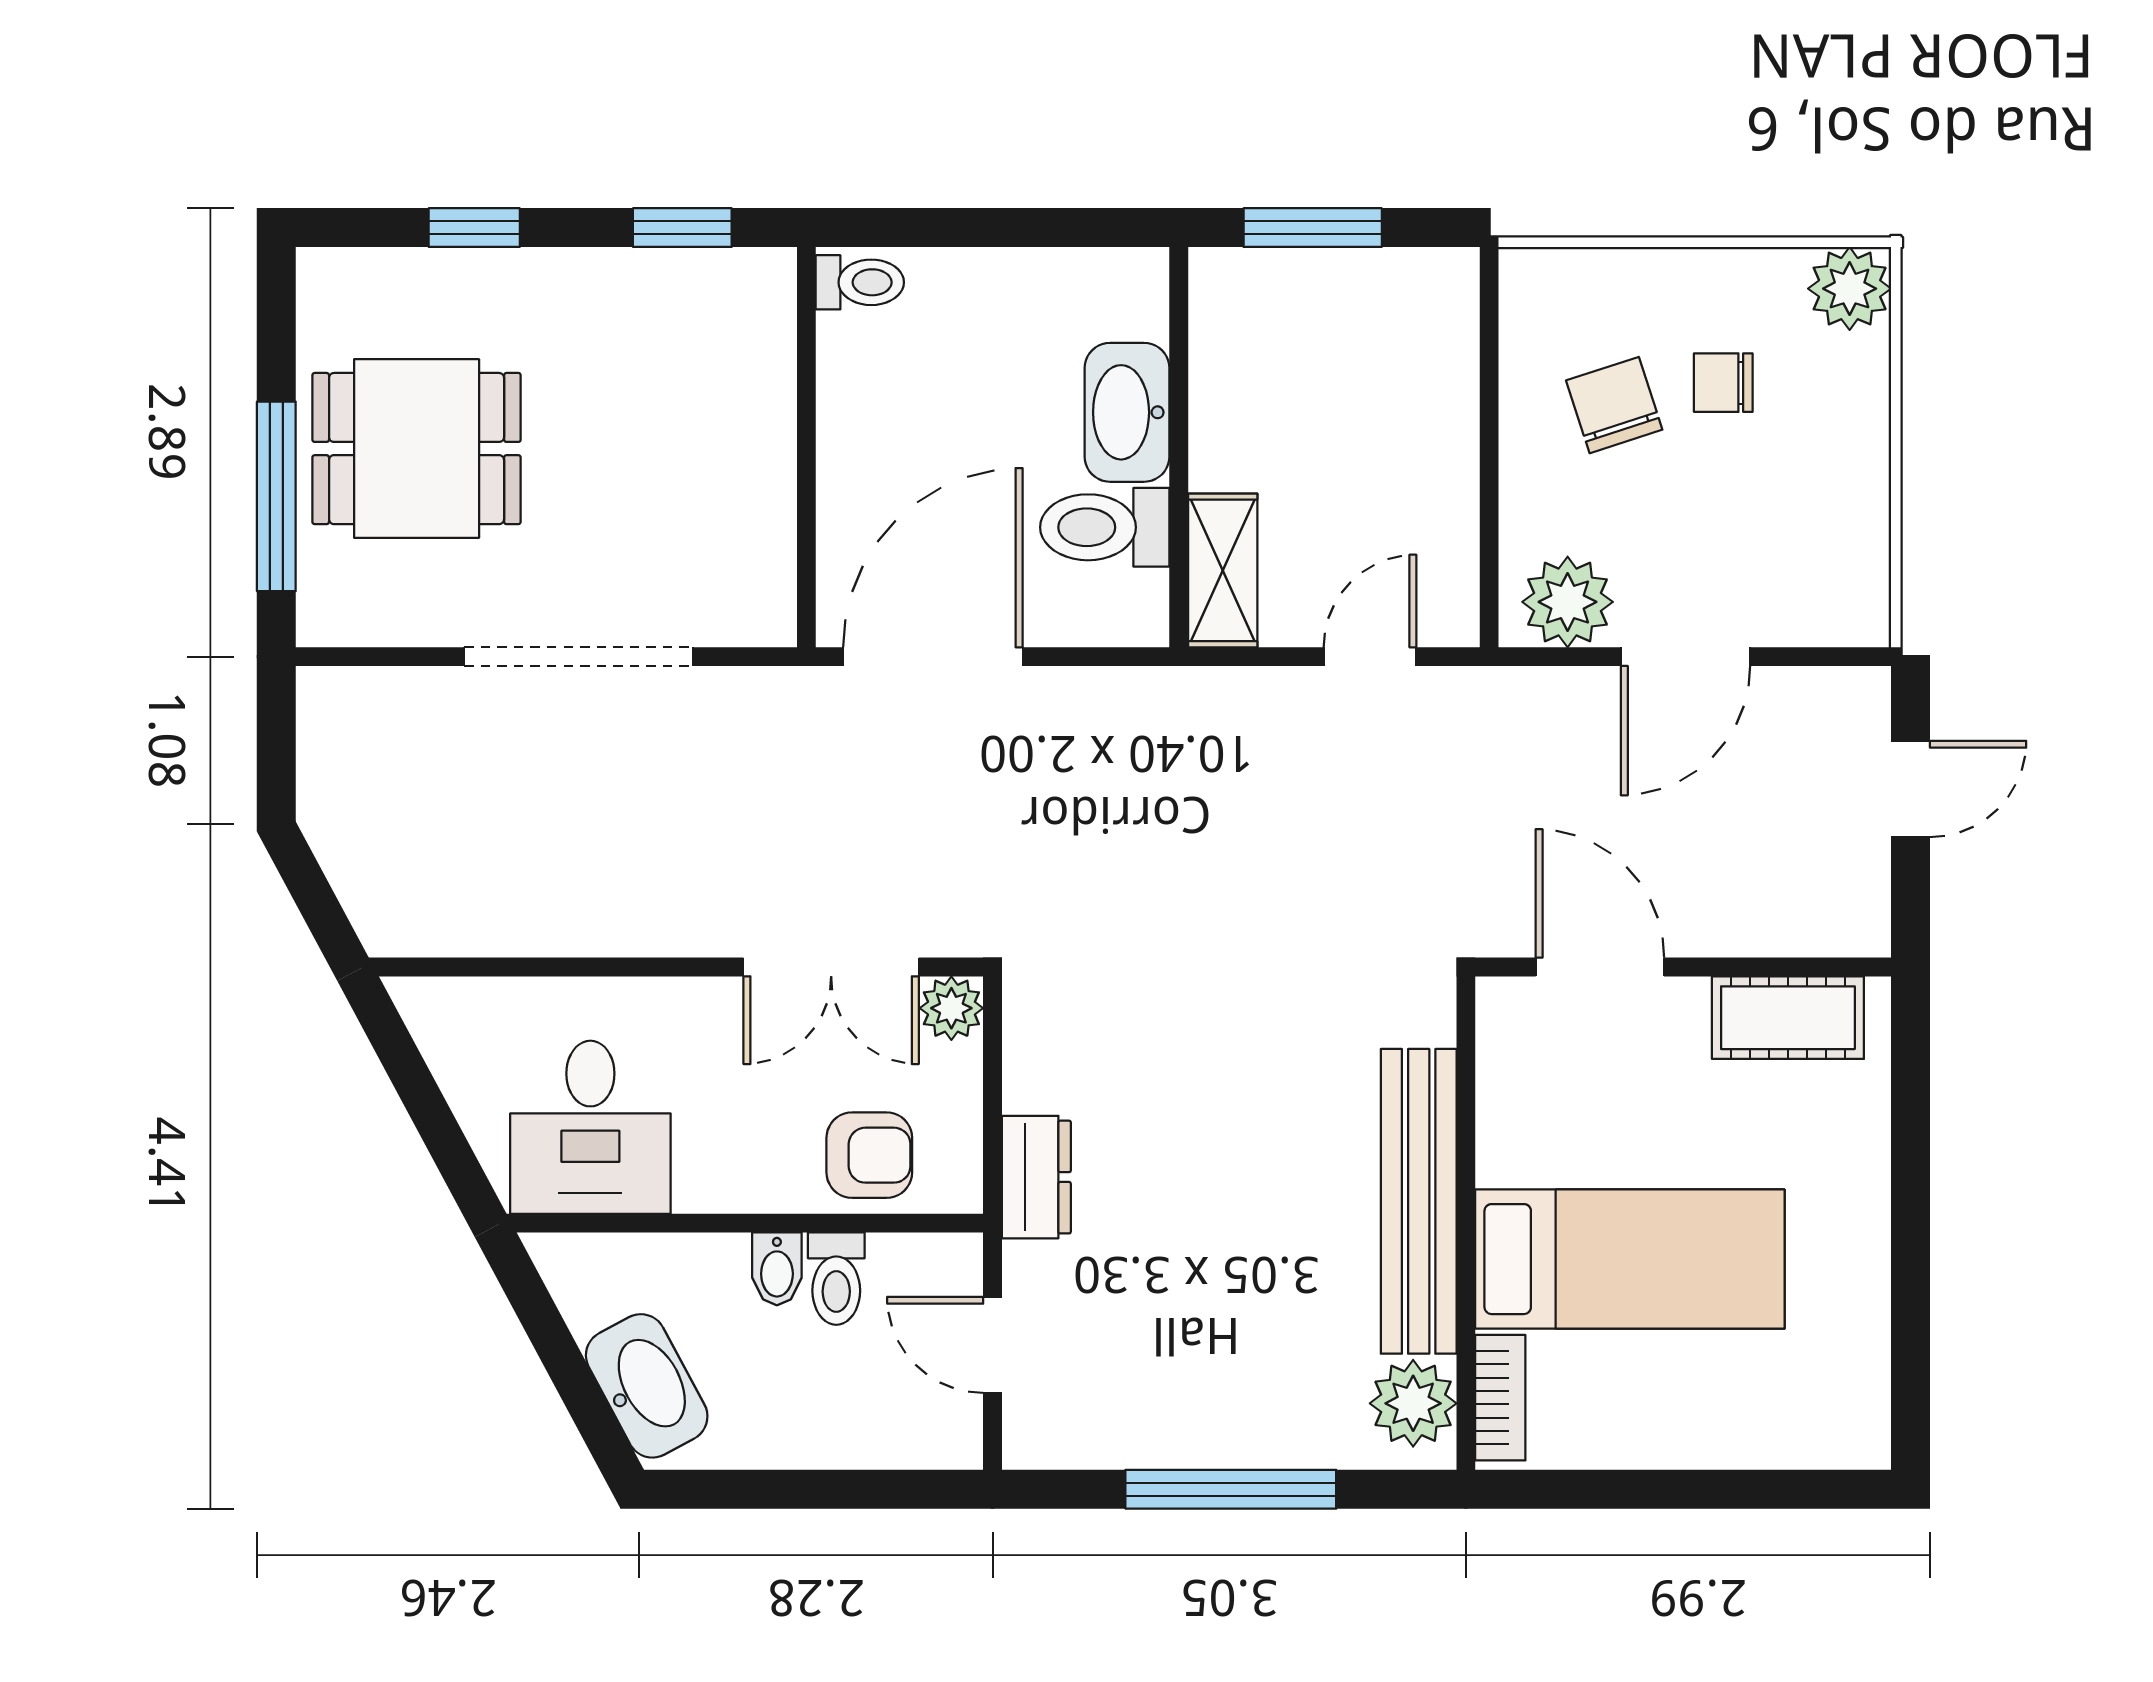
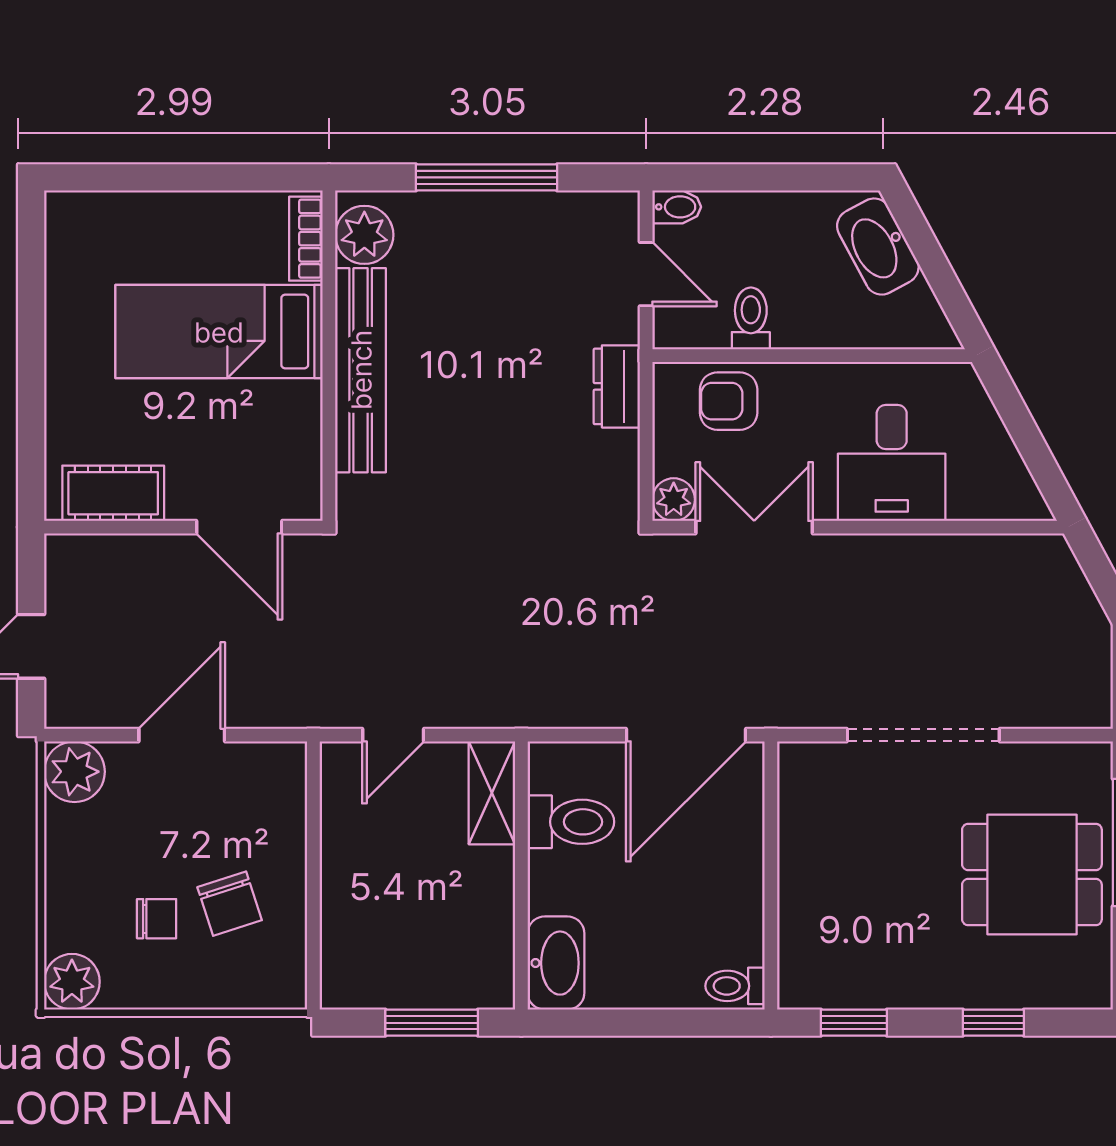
washbasin: (1127, 412) -> (556, 963), moved
plant: (1568, 602) -> (74, 772), moved
desk: (590, 1127) -> (892, 463), moved, turned 180
bidet: (777, 1269) -> (677, 207), moved, turned 90

